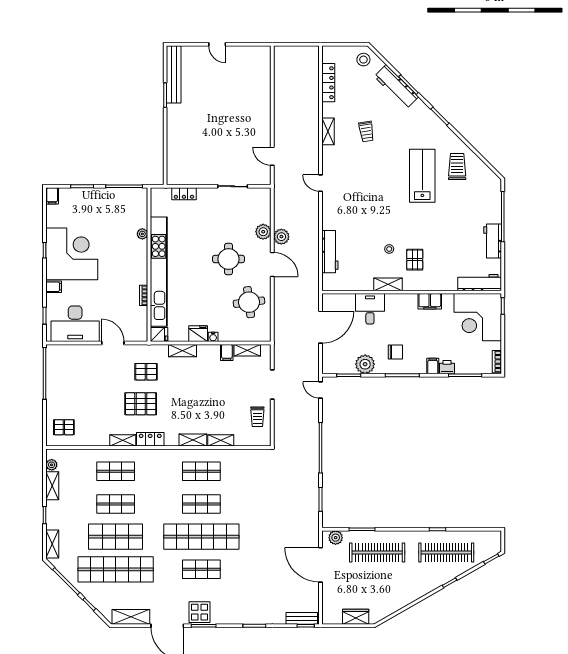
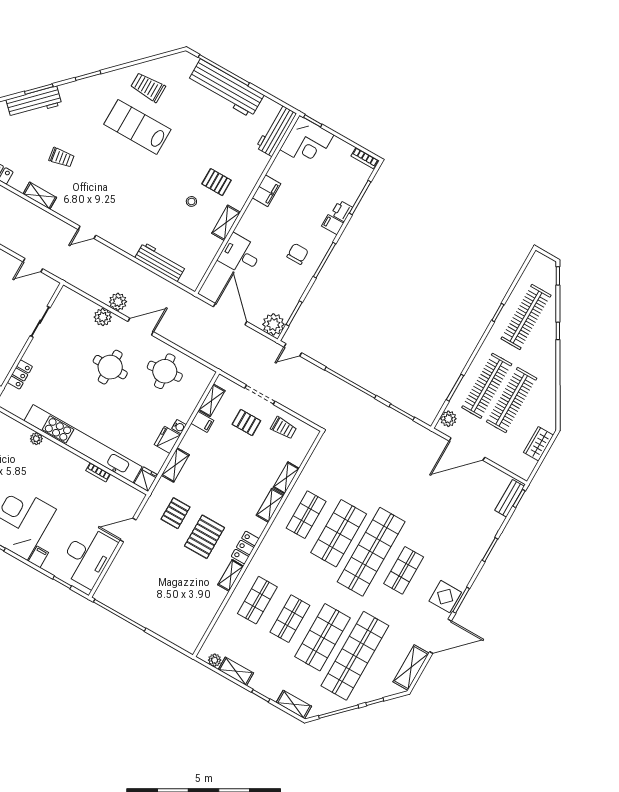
workbench: (493, 241) -> (226, 88), width x1.88, depth x1.32
corner desk: (478, 317) -> (307, 142), width x0.74, depth x0.74
plant: (365, 364) -> (273, 324), moved
pallet: (64, 427) -> (246, 422), moved, turned 90
shop shelf: (201, 504) -> (339, 533), width x1.43, depth x1.36
clothes rail: (377, 577) -> (512, 400), added

